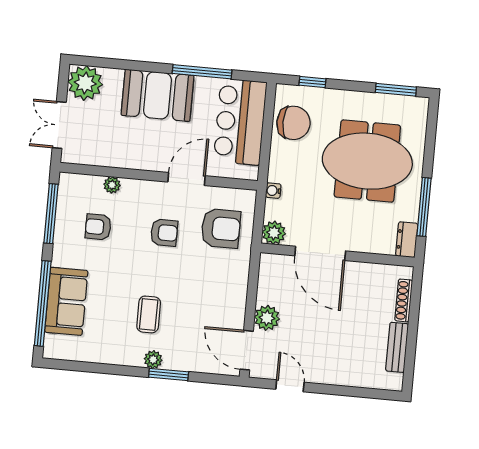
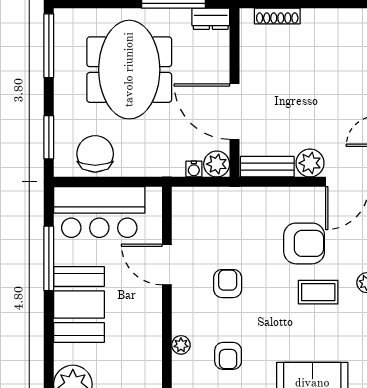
window: (312, 82) -> (49, 137), width x1.50
window: (396, 90) -> (49, 46), width x1.44
water cooler: (273, 191) -> (194, 169), moved
armchair: (221, 228) -> (304, 243), moved, turned 90
door: (320, 253) -> (234, 112), swing flipped
bench: (397, 347) -> (267, 167), moved

